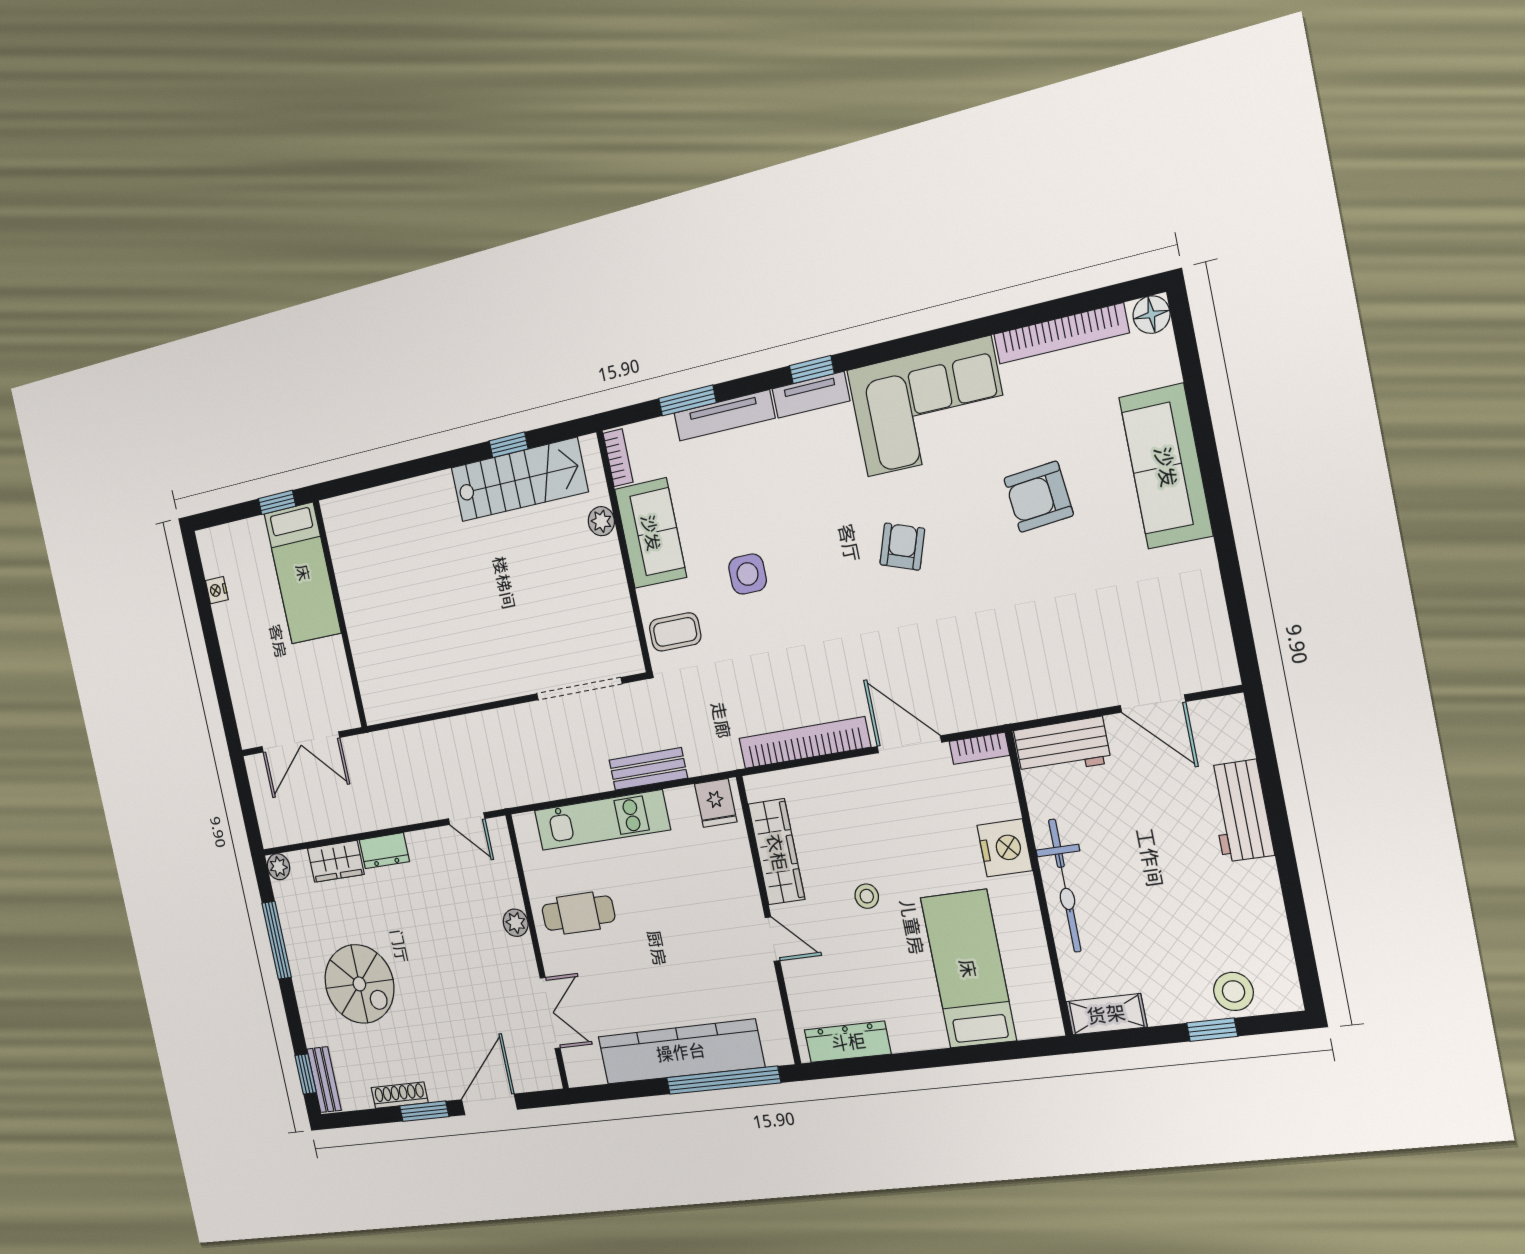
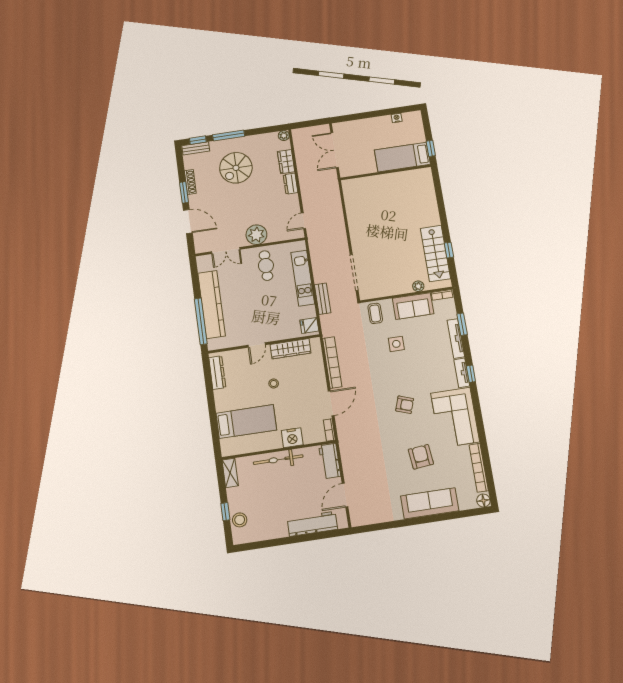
workbench: (1240, 811) -> (312, 524), width x1.38
plant: (516, 923) -> (256, 235), width x1.87, depth x1.87
window: (277, 940) -> (229, 136), moved

